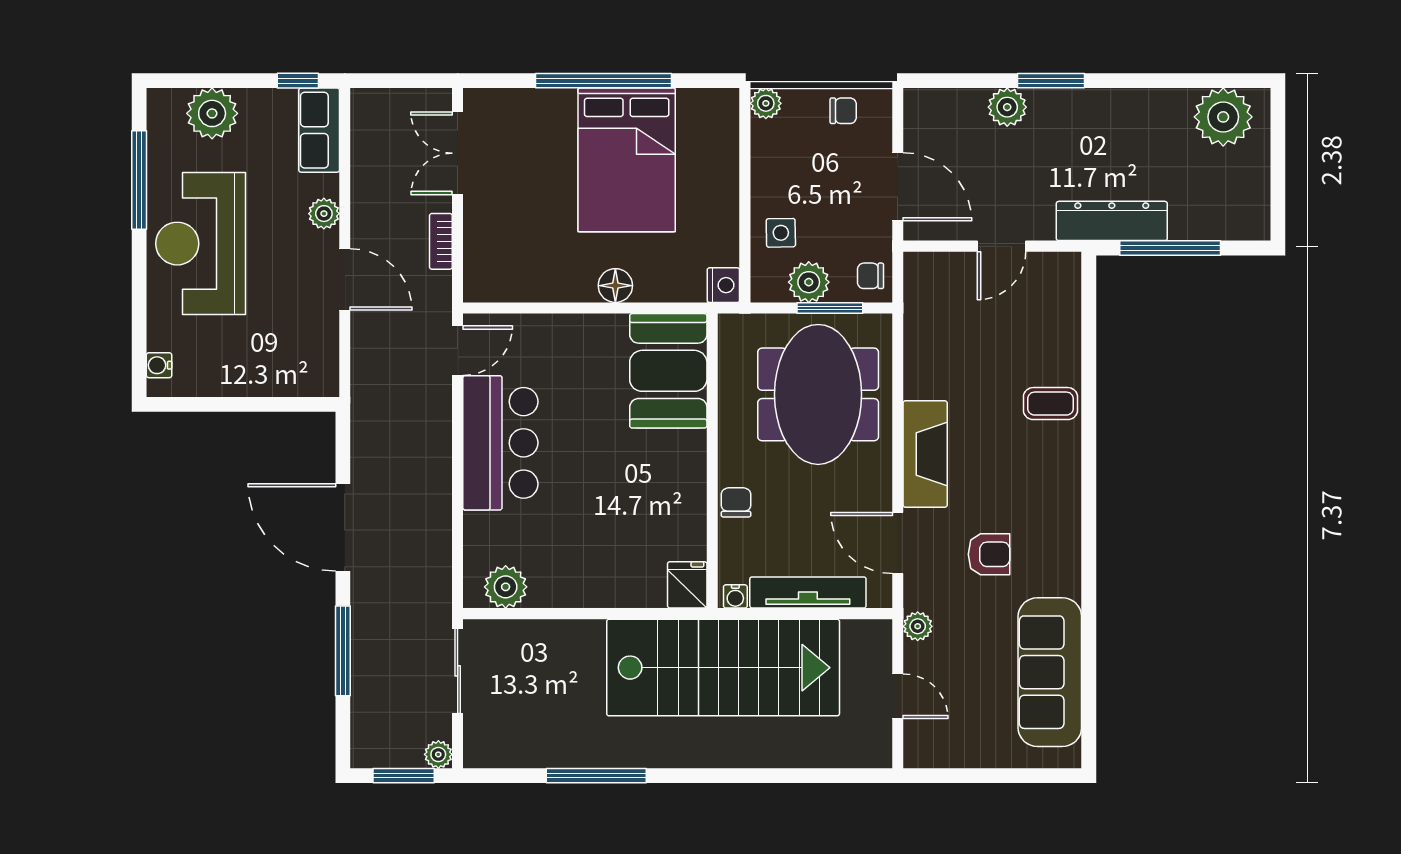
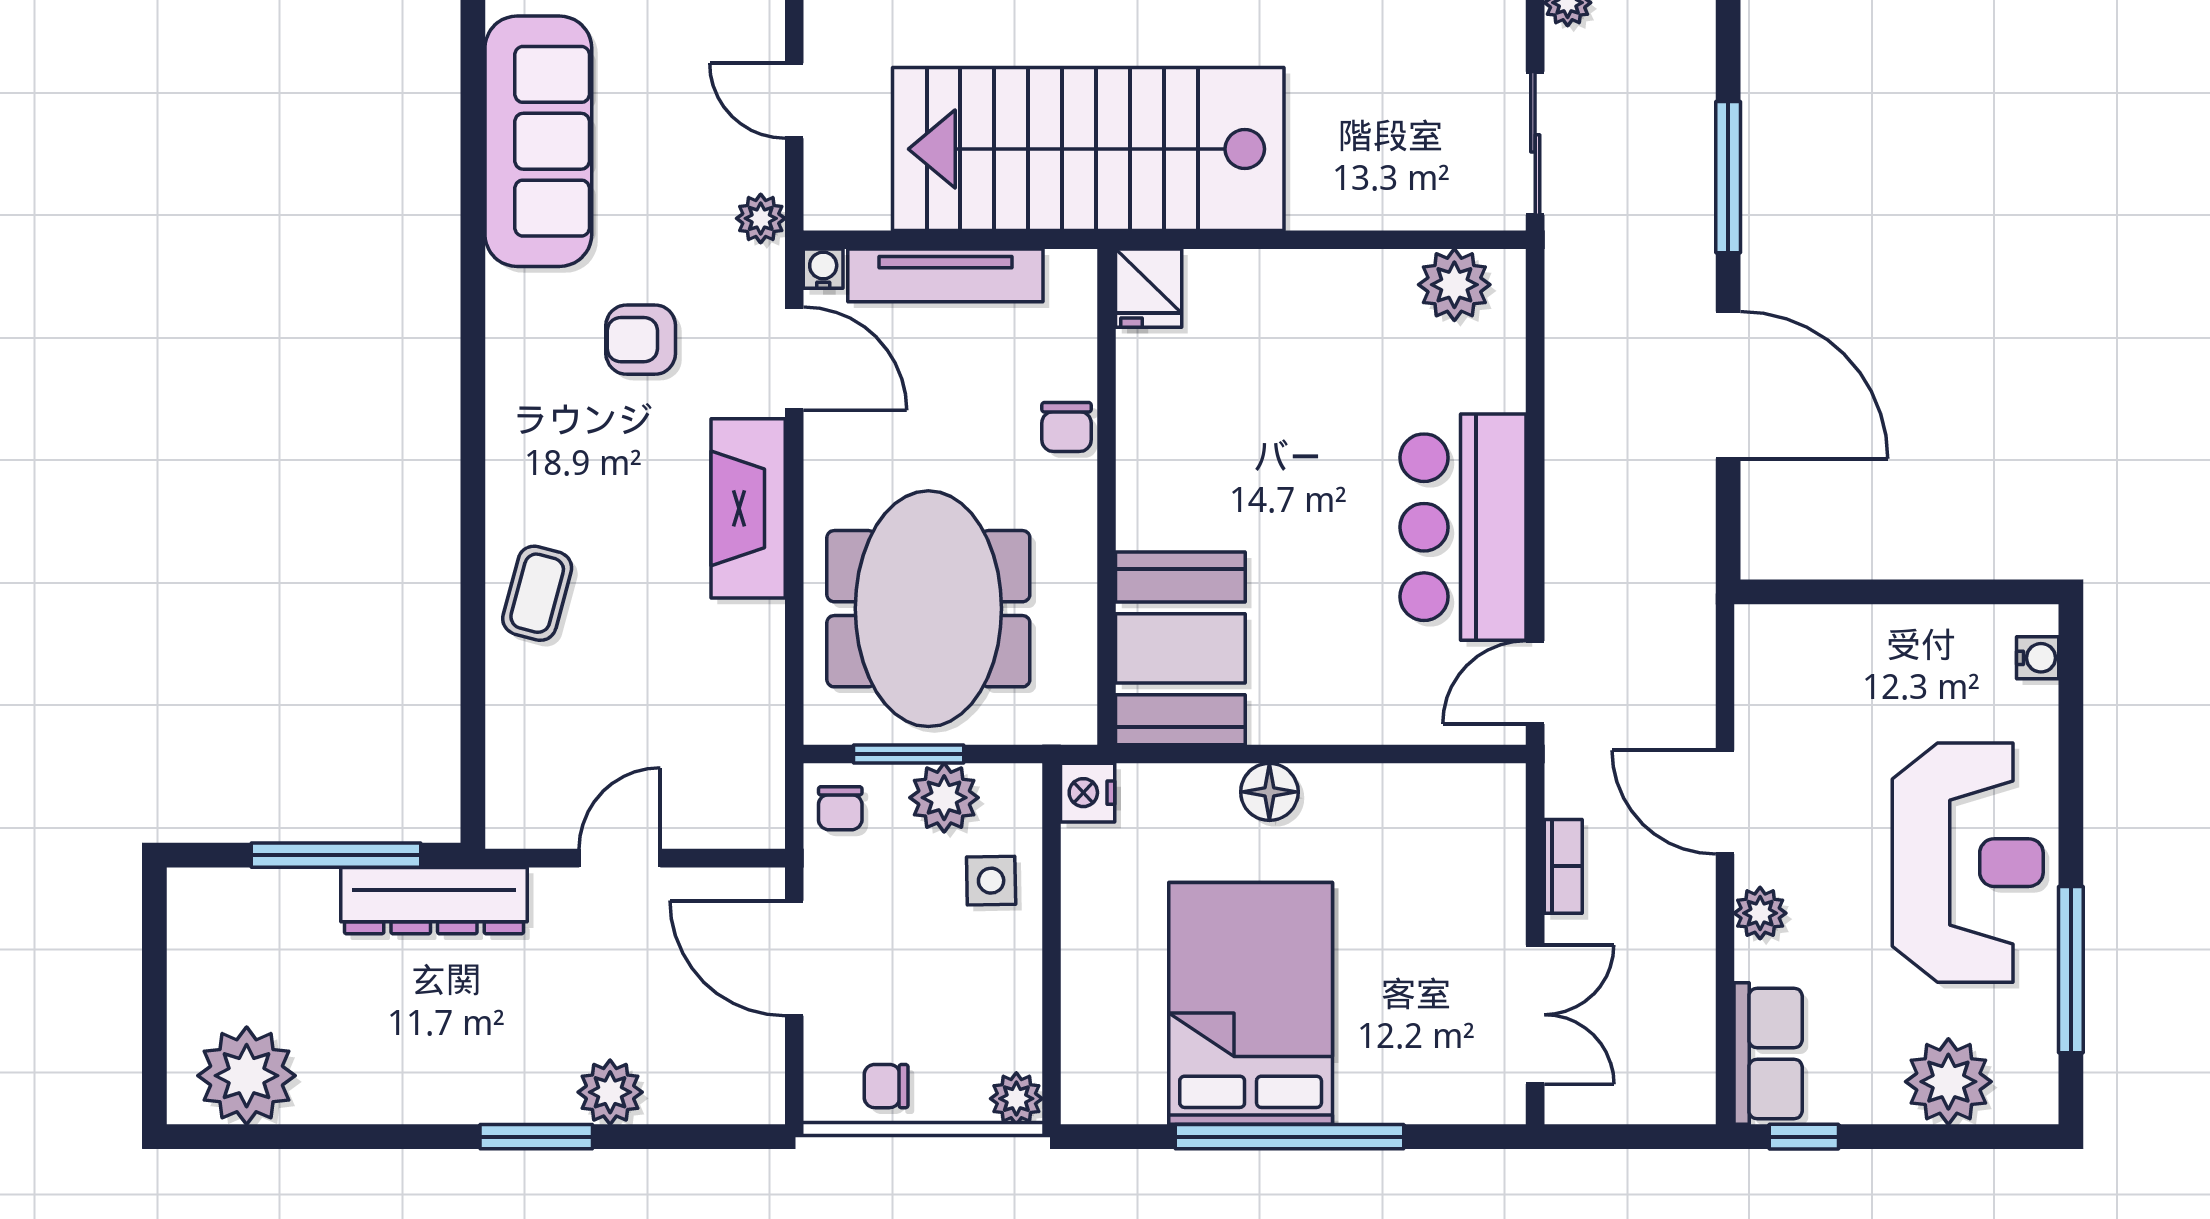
chair: (870, 276) -> (840, 808), turned 90
coffee table: (1050, 404) -> (537, 593), turned -75
water cooler: (735, 596) -> (823, 269), moved

